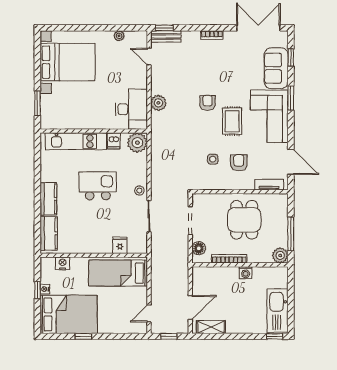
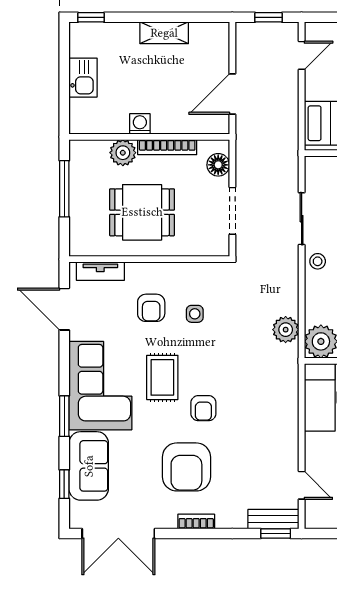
armchair: (218, 68) -> (186, 467), added
plant: (158, 103) -> (286, 330), moved
dining table: (244, 220) -> (142, 212), turned 90
plant: (280, 255) -> (123, 153), moved
door: (190, 307) -> (232, 94), moved
kitchen sink: (278, 311) -> (83, 78), width x0.53, depth x0.81
shelving: (211, 327) -> (164, 33), moved

